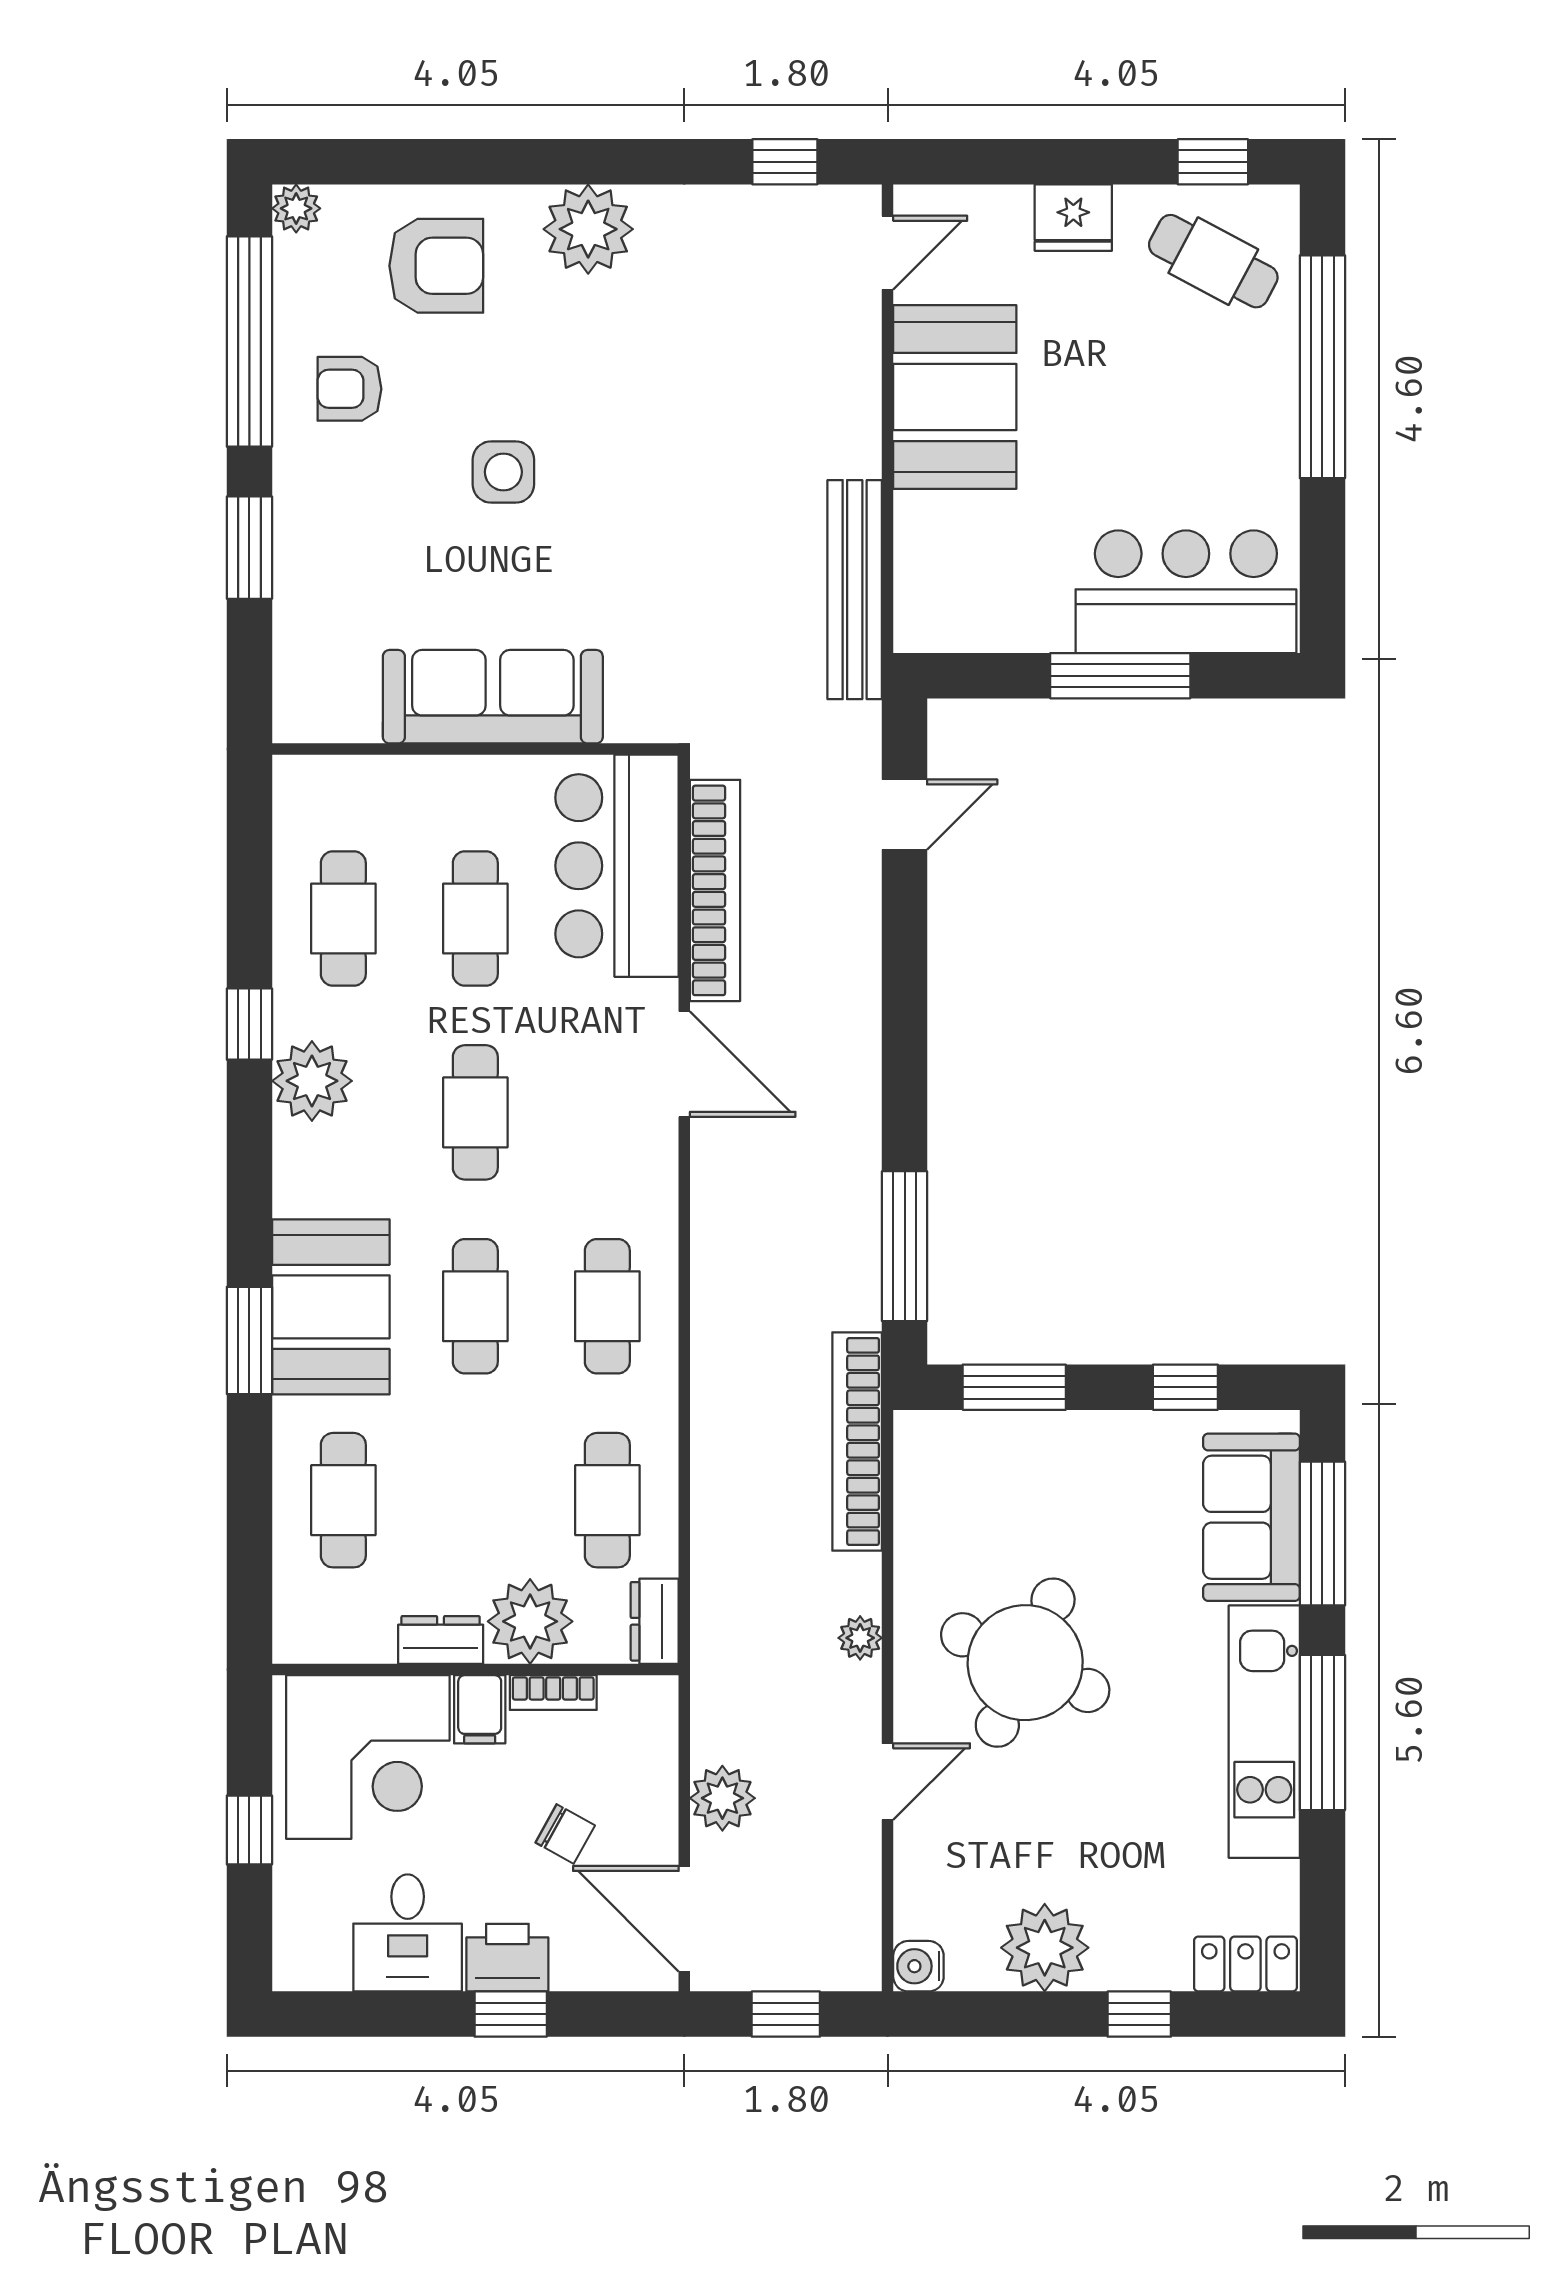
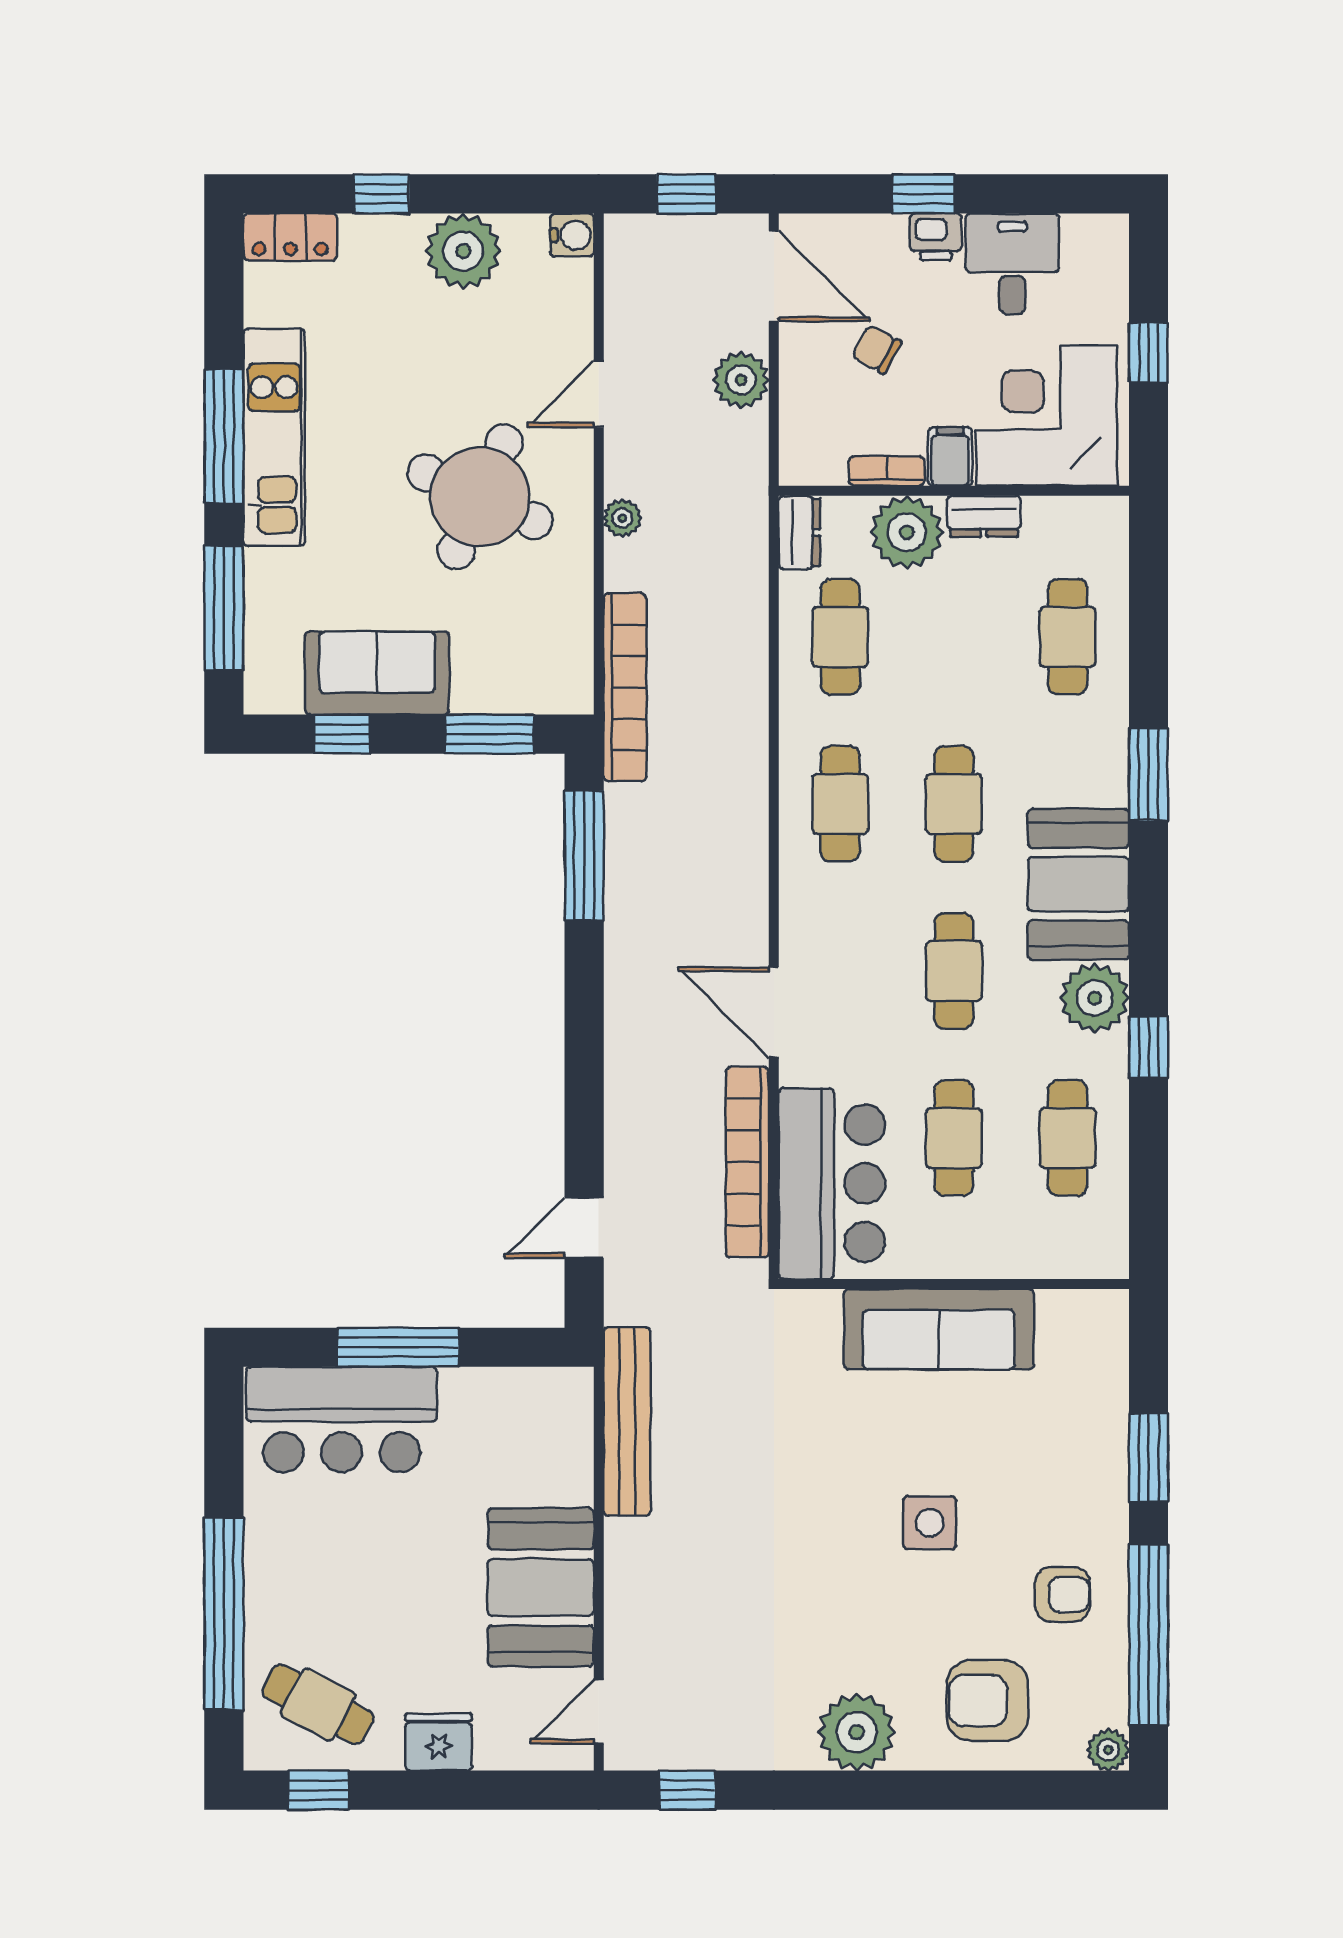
booth: (331, 1307) -> (1078, 884), moved
sofa: (1251, 1517) -> (377, 673), moved, turned -90
printer: (507, 1958) -> (936, 237), width x0.73, depth x0.81

